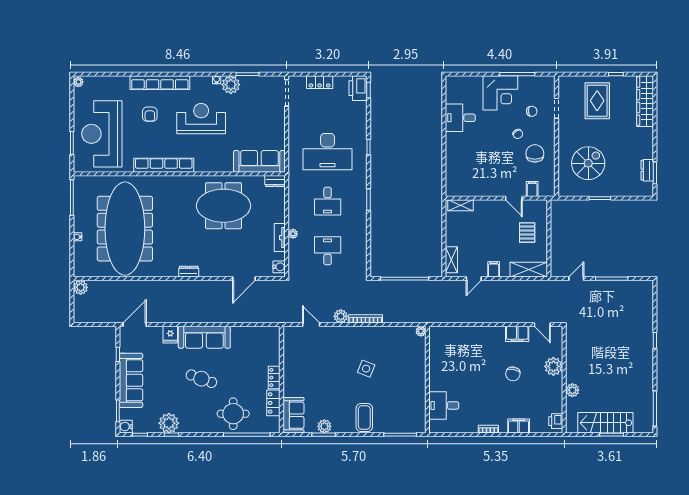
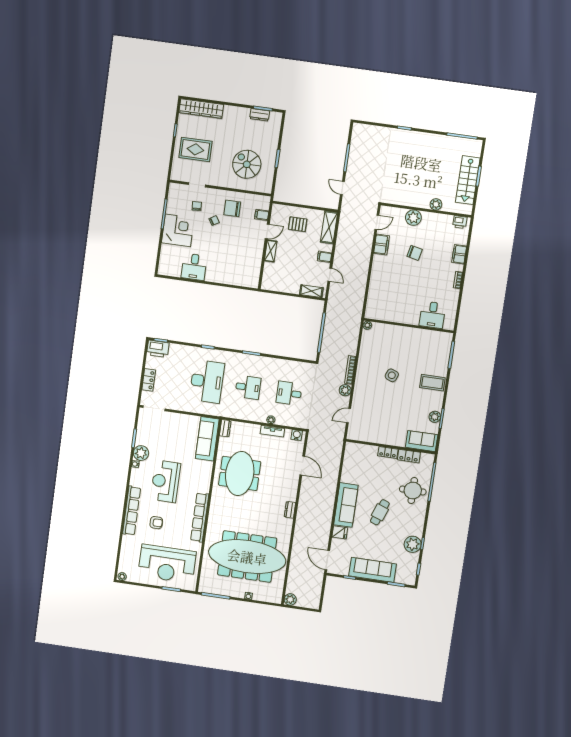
shelving: (460, 205) -> (271, 251), moved
water cooler: (126, 427) -> (410, 580), removed

